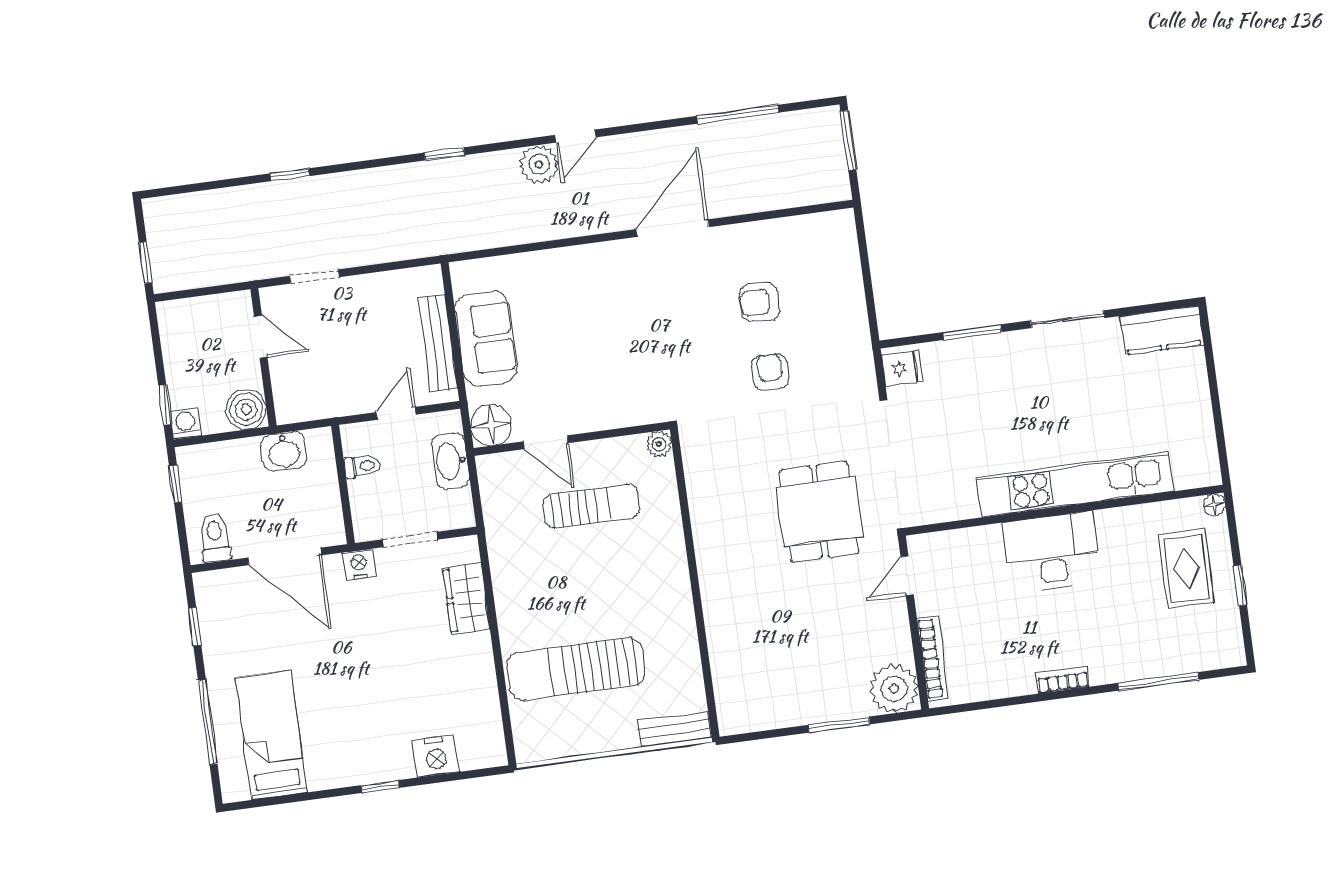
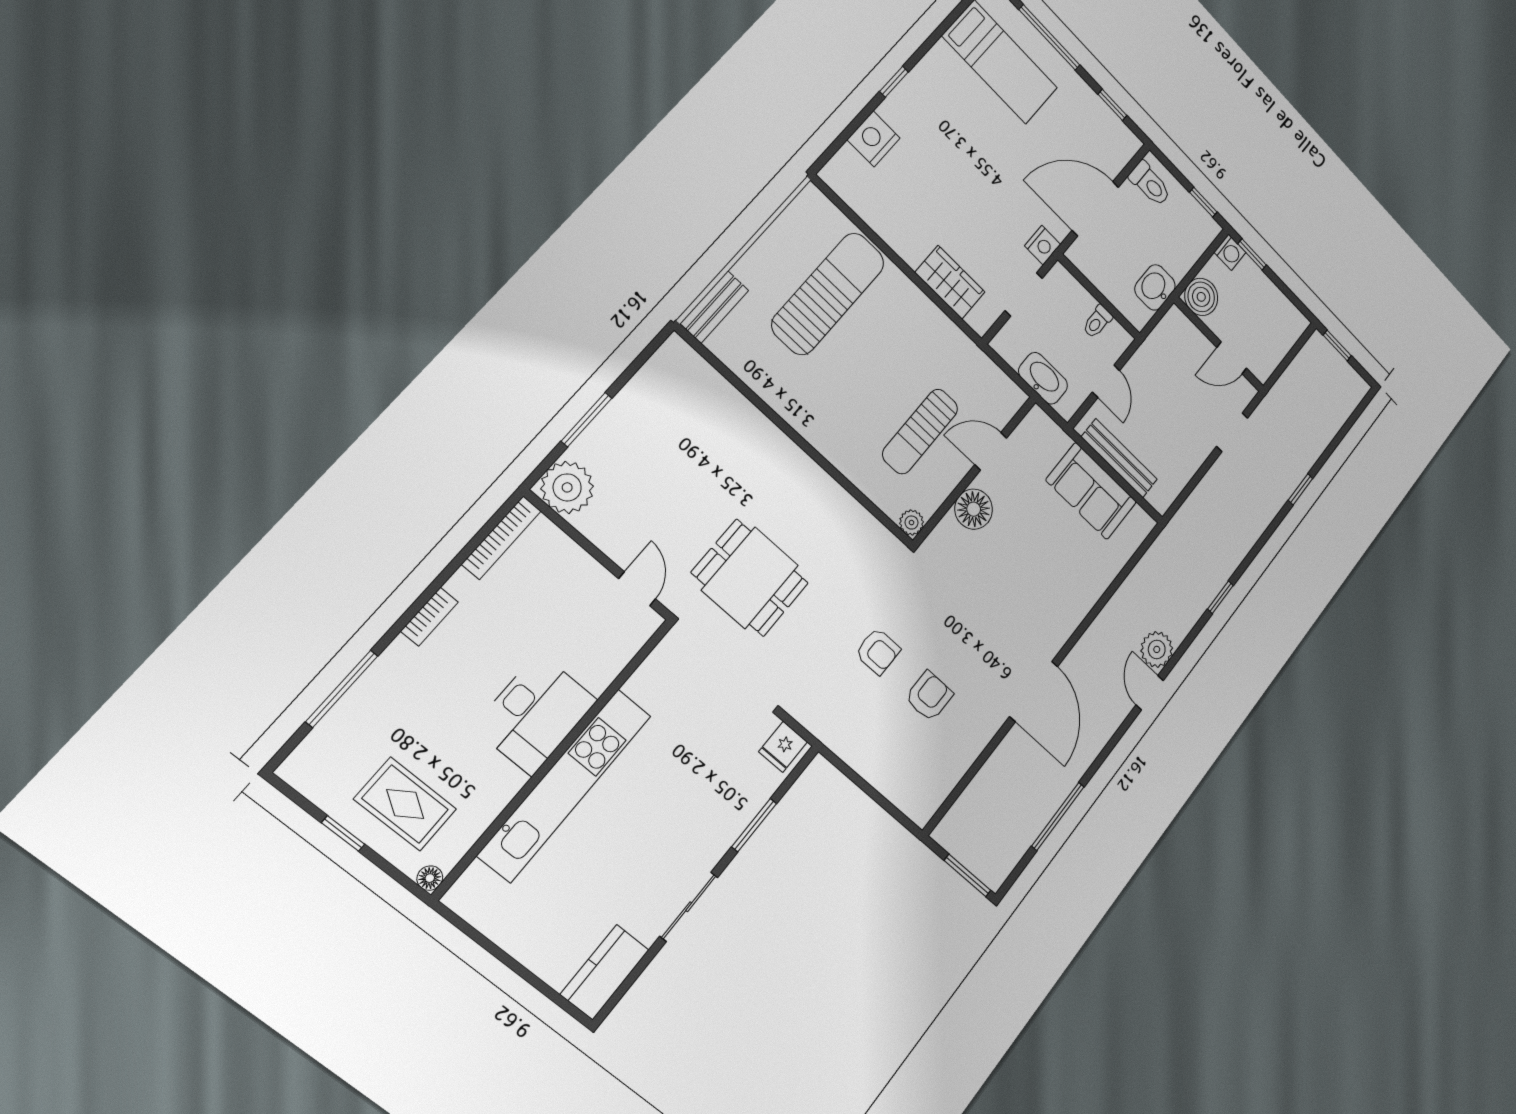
floor lamp: (491, 425) -> (974, 509), moved
bookcase: (933, 658) -> (501, 538), moved, turned -90

